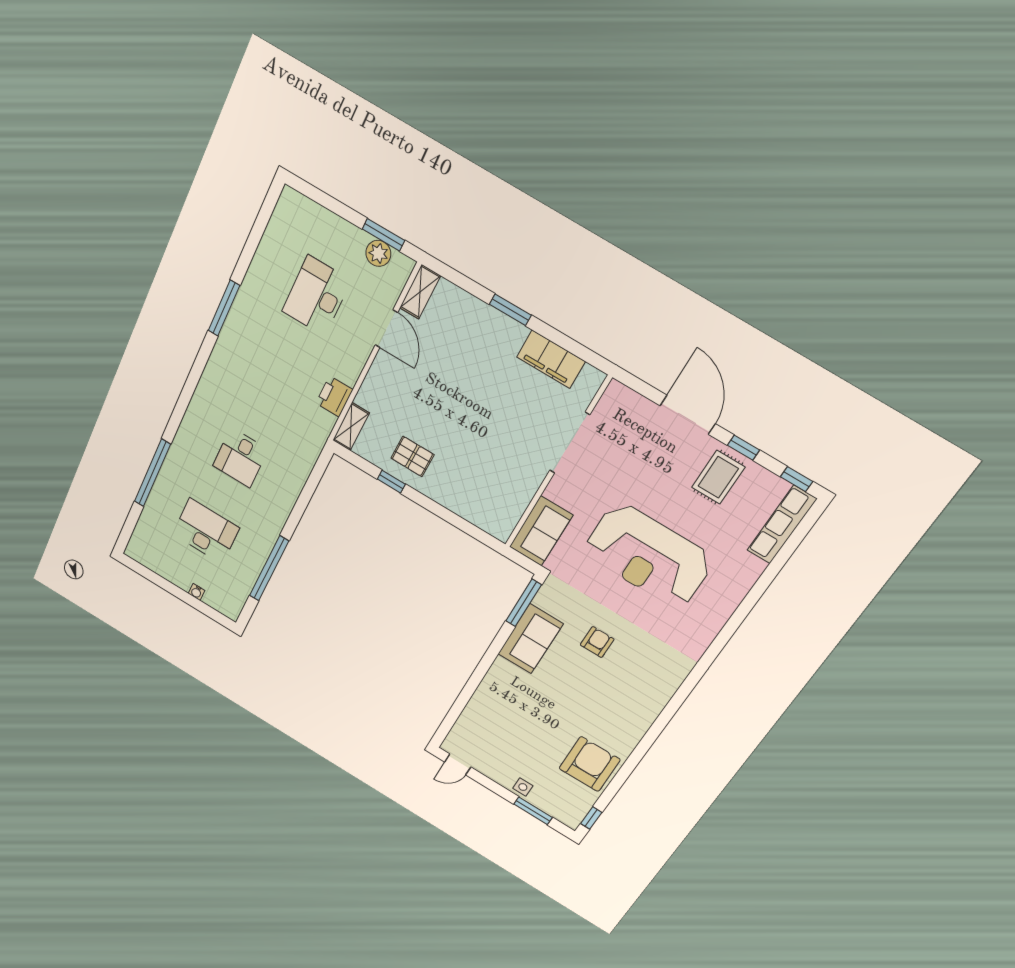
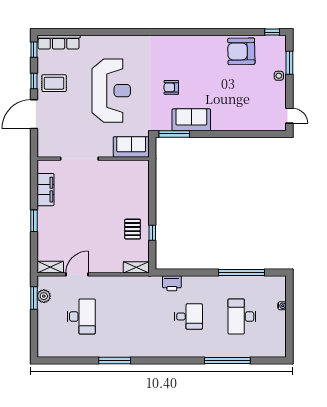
desk: (316, 296) -> (81, 316), turned -90
printer: (334, 396) -> (172, 283), moved

